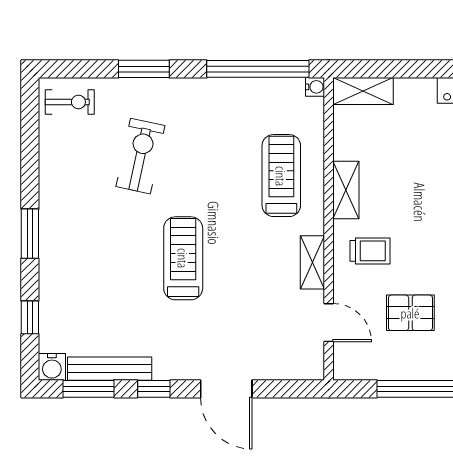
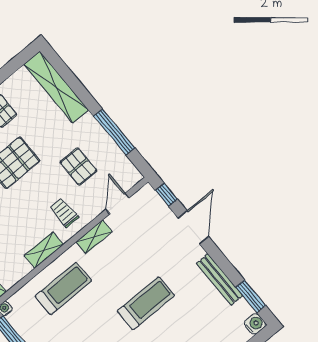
treadmill: (281, 176) -> (63, 289), turned 180
treadmill: (183, 258) -> (146, 303), turned 180
bench: (110, 369) -> (220, 280), moved
window: (154, 389) -> (166, 195), moved

